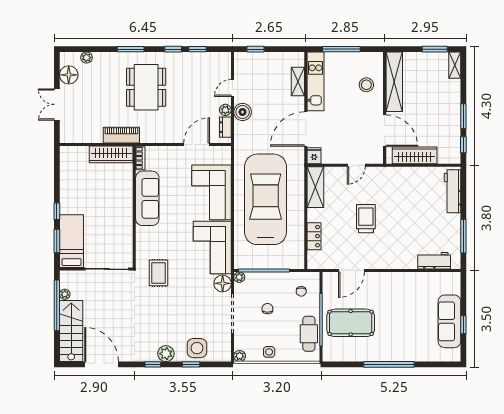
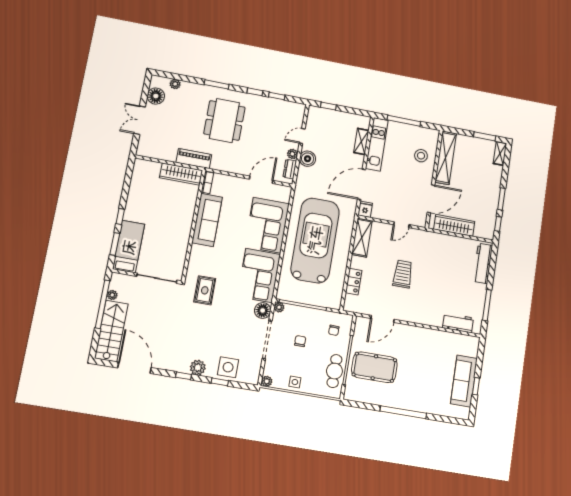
door: (385, 131) -> (431, 199), hinge flipped

